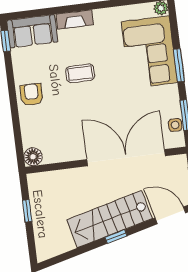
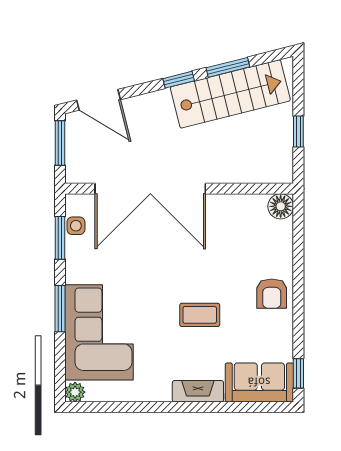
stairs: (109, 219) -> (230, 94), moved
window: (82, 250) -> (228, 67), added

